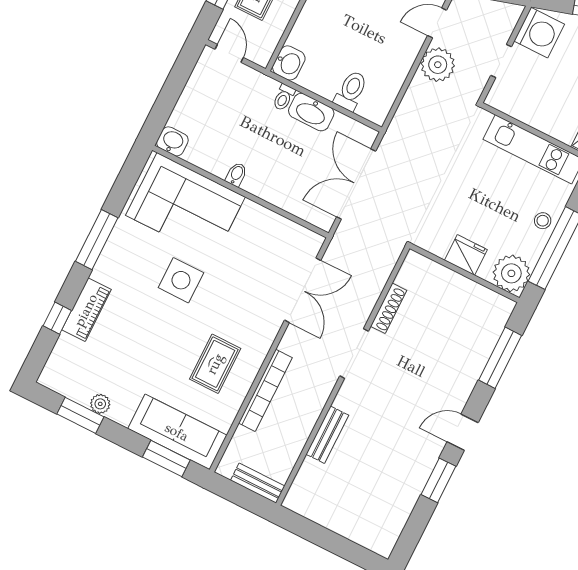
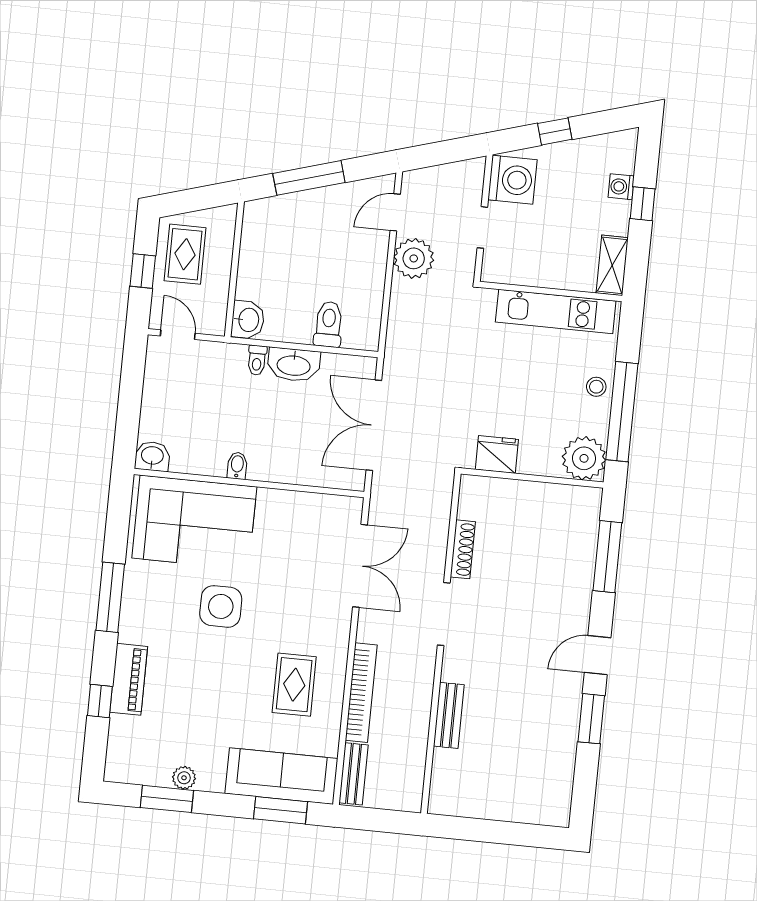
fridge: (466, 255) -> (497, 454), moved
bench: (258, 483) -> (354, 774), moved, turned 90

